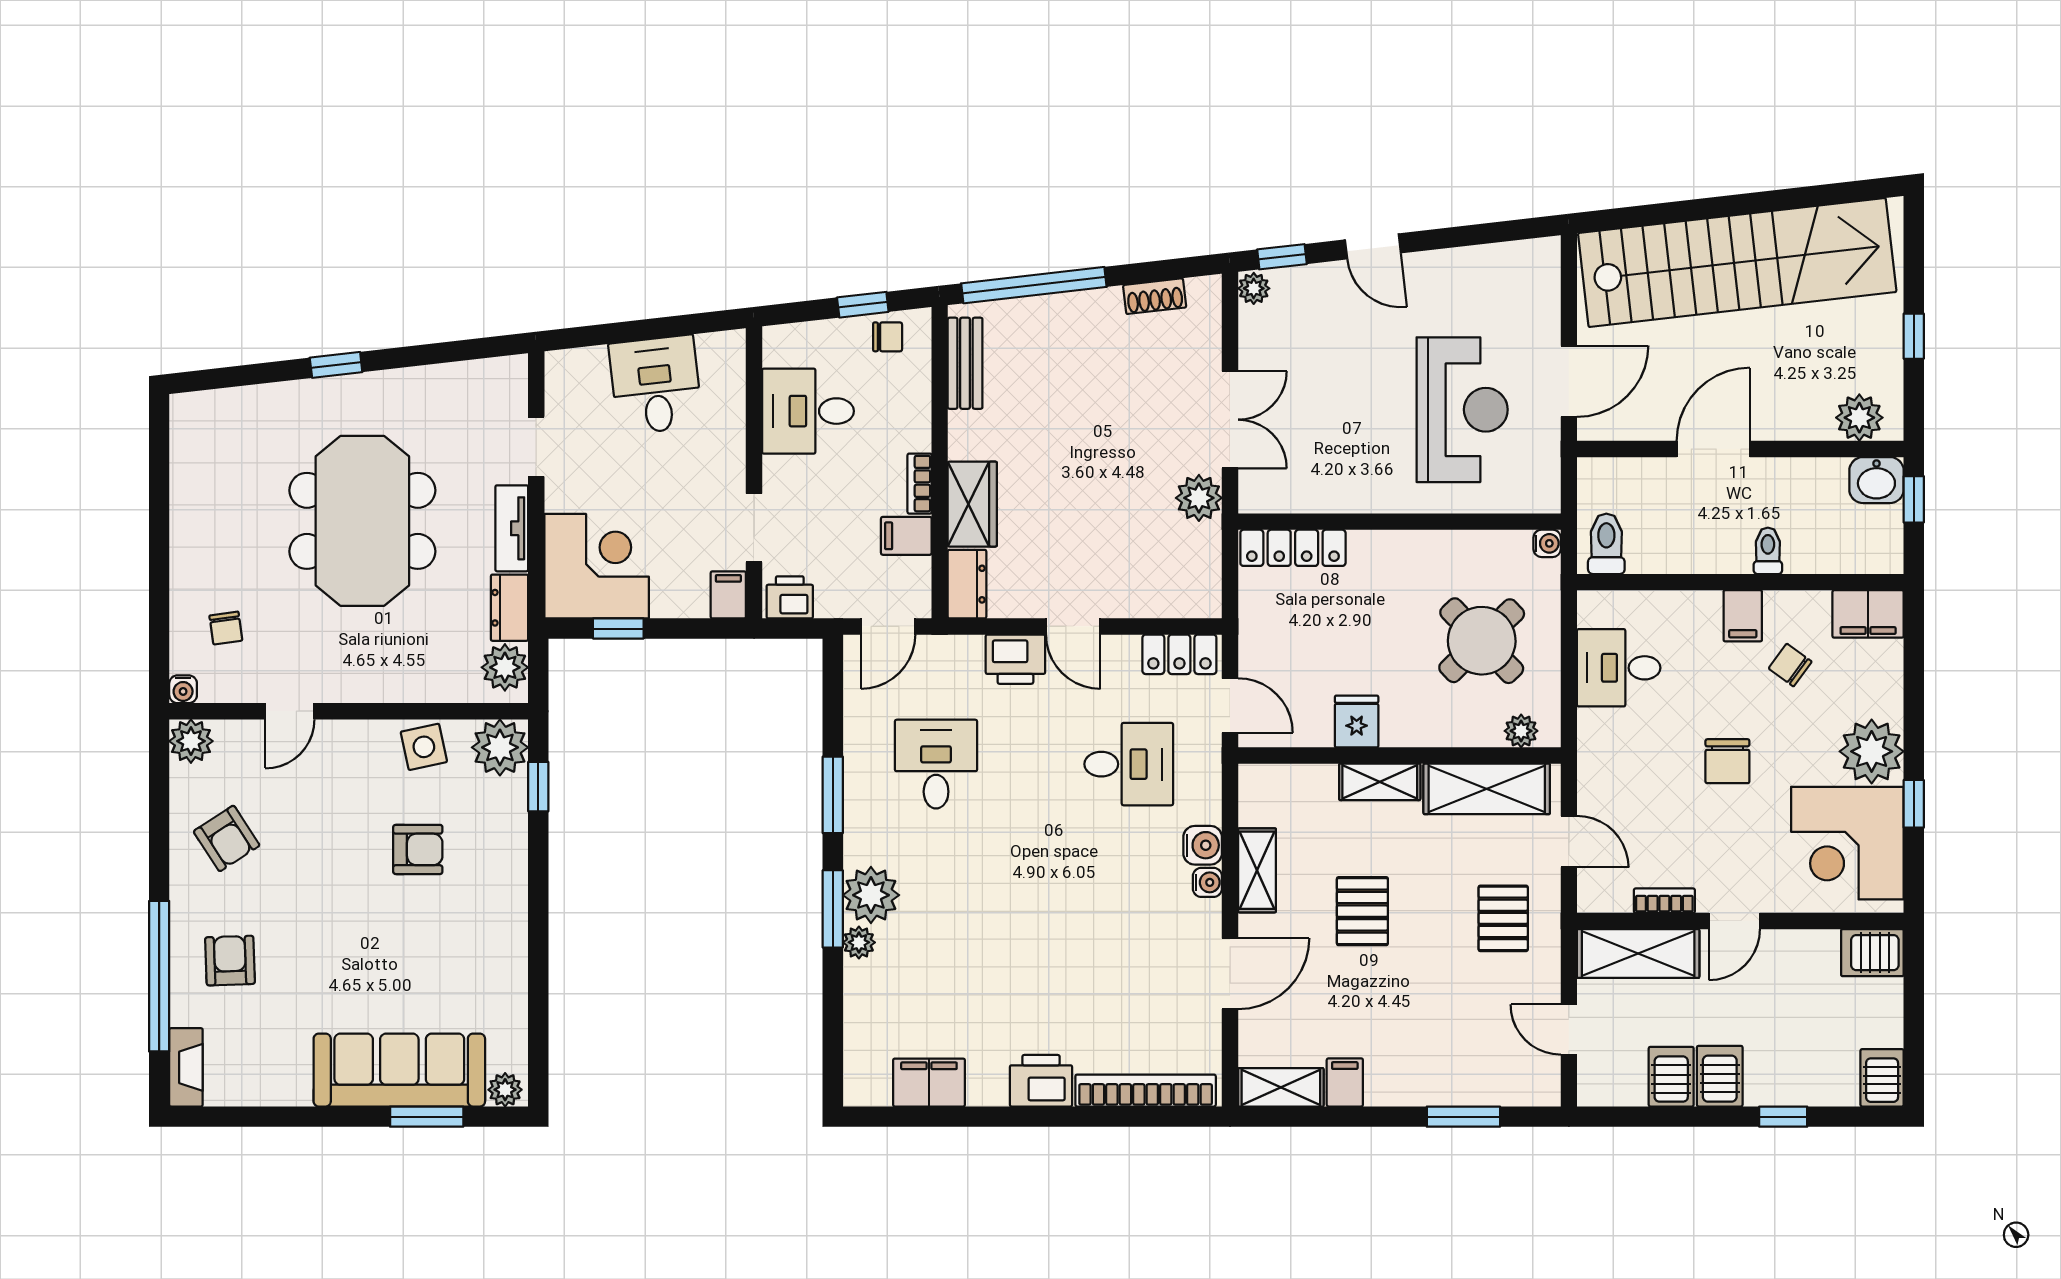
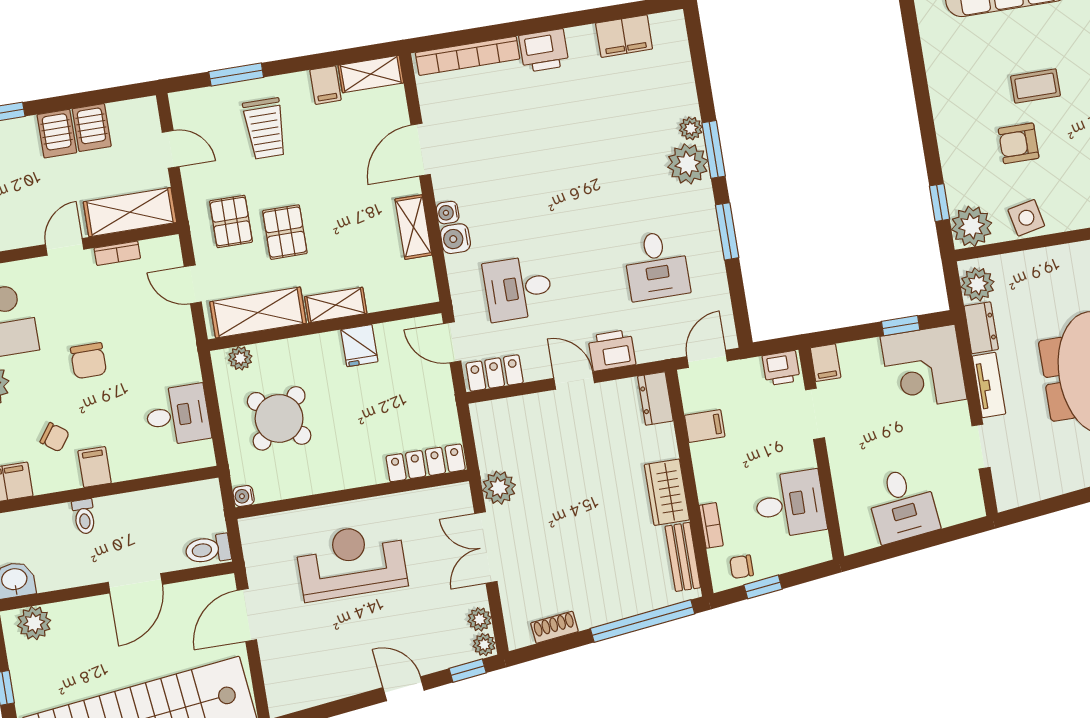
plant: (1254, 324) -> (480, 619), added
reception desk: (1462, 410) -> (351, 562), moved, turned 90
bookcase: (920, 484) -> (711, 525), moved
wardrobe: (972, 504) -> (667, 492), moved
toilet: (1606, 544) -> (208, 549), moved, turned 90
chair: (1727, 761) -> (88, 361), turned 180
pallet: (1362, 911) -> (285, 232), moved
coffee table: (382, 924) -> (1035, 86), added
trolley: (1436, 1037) -> (265, 128), added

